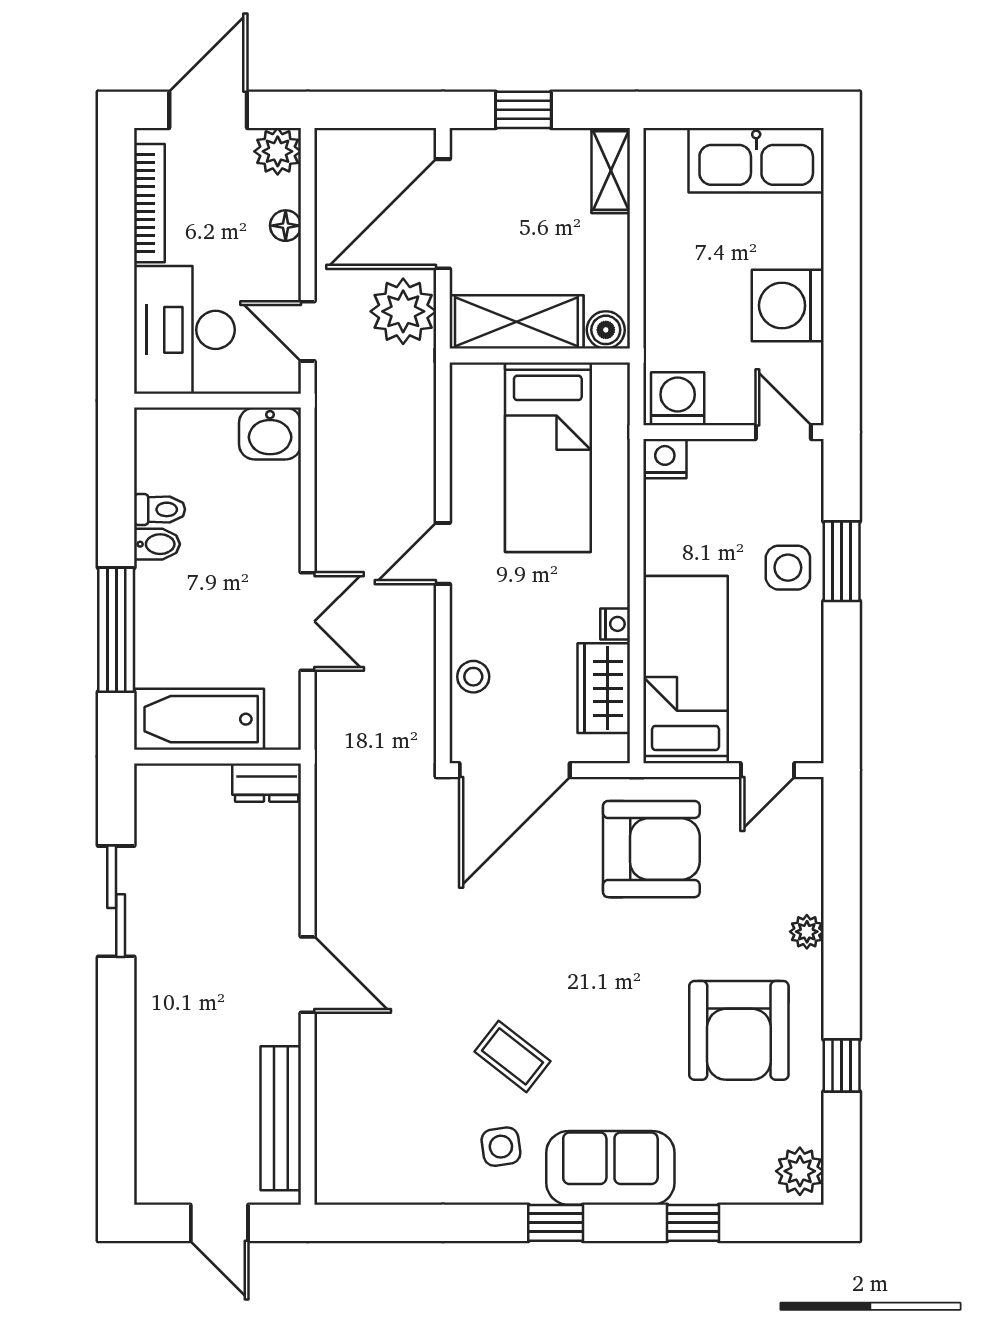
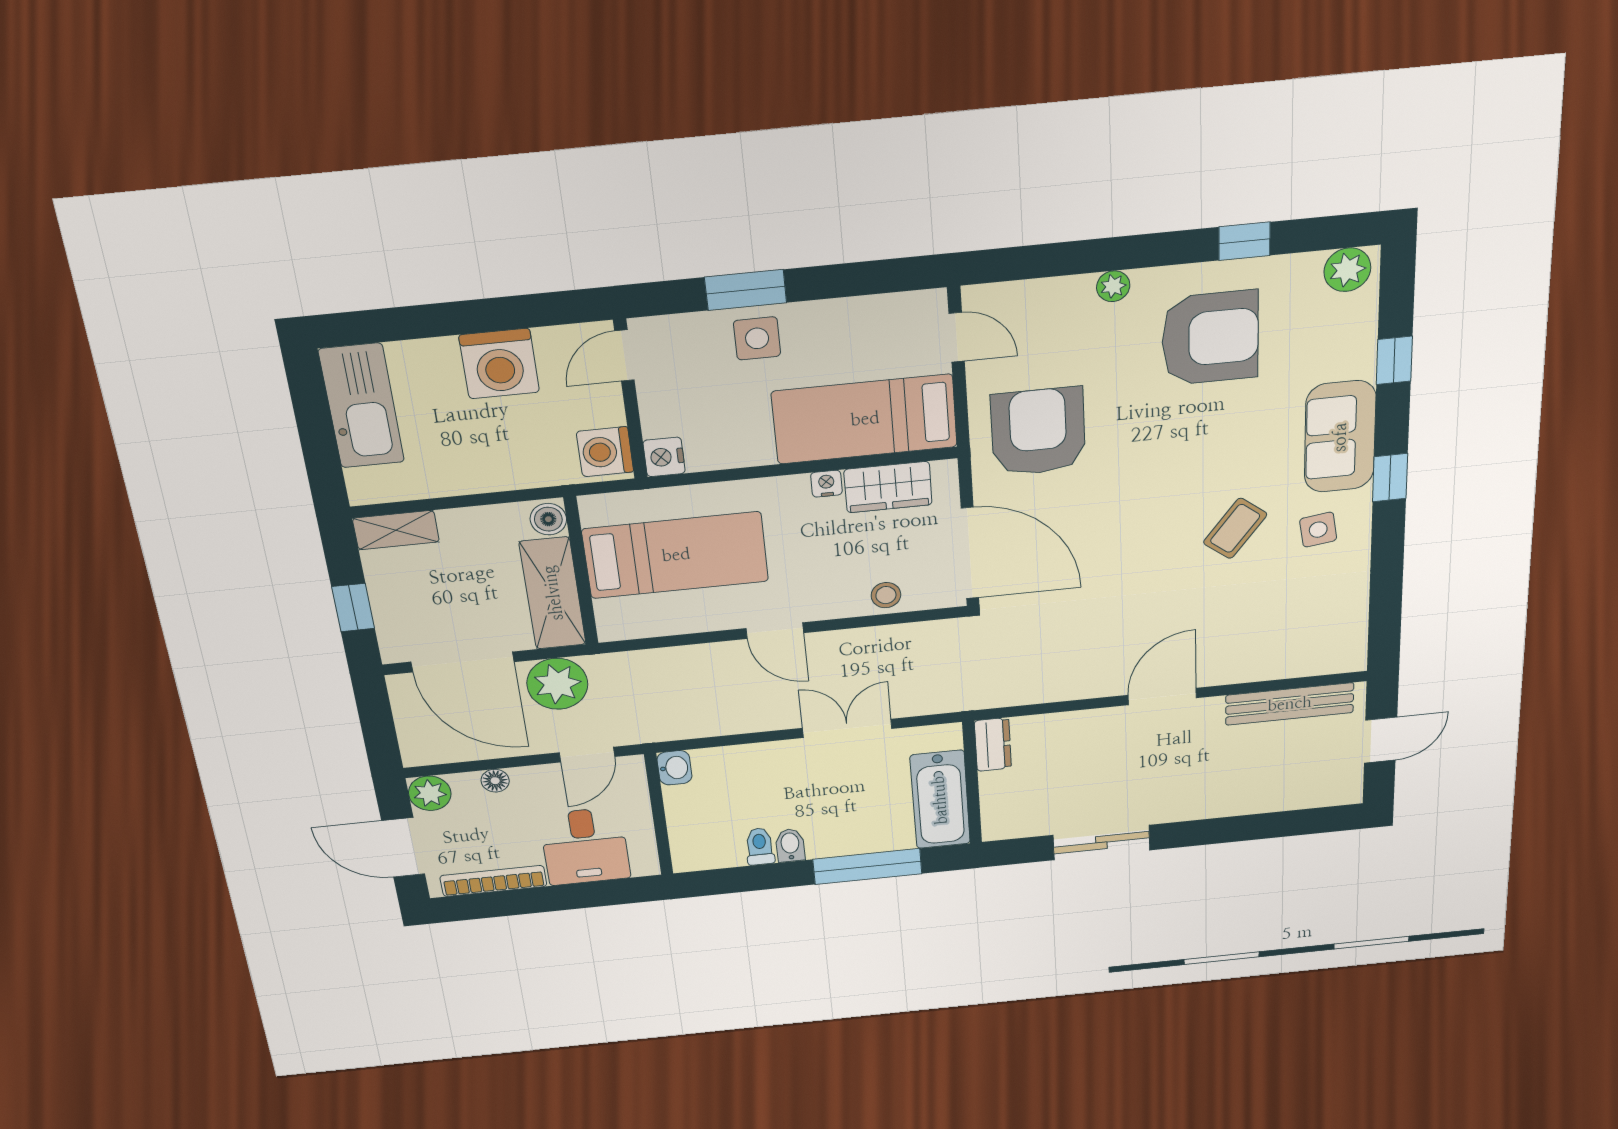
desk: (184, 330) -> (585, 846), width x0.73
washbasin: (270, 433) -> (674, 768), width x0.72, depth x0.69

